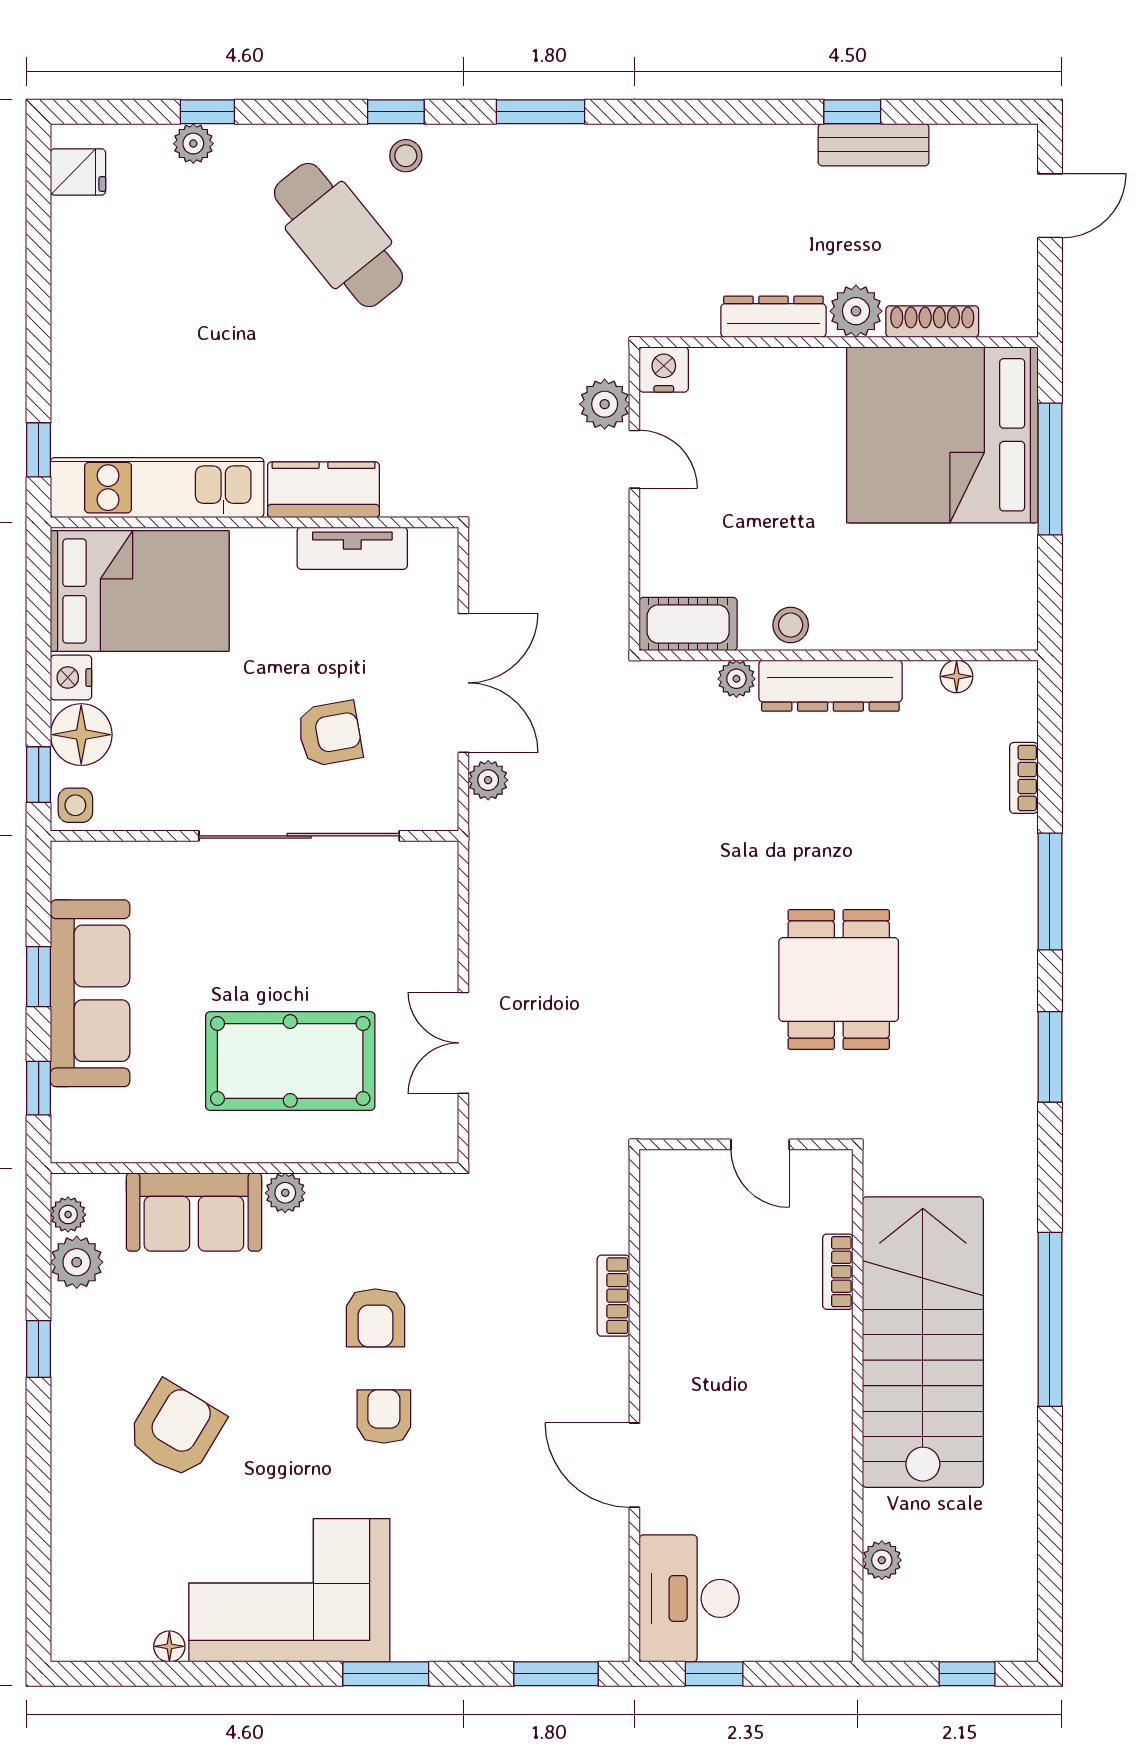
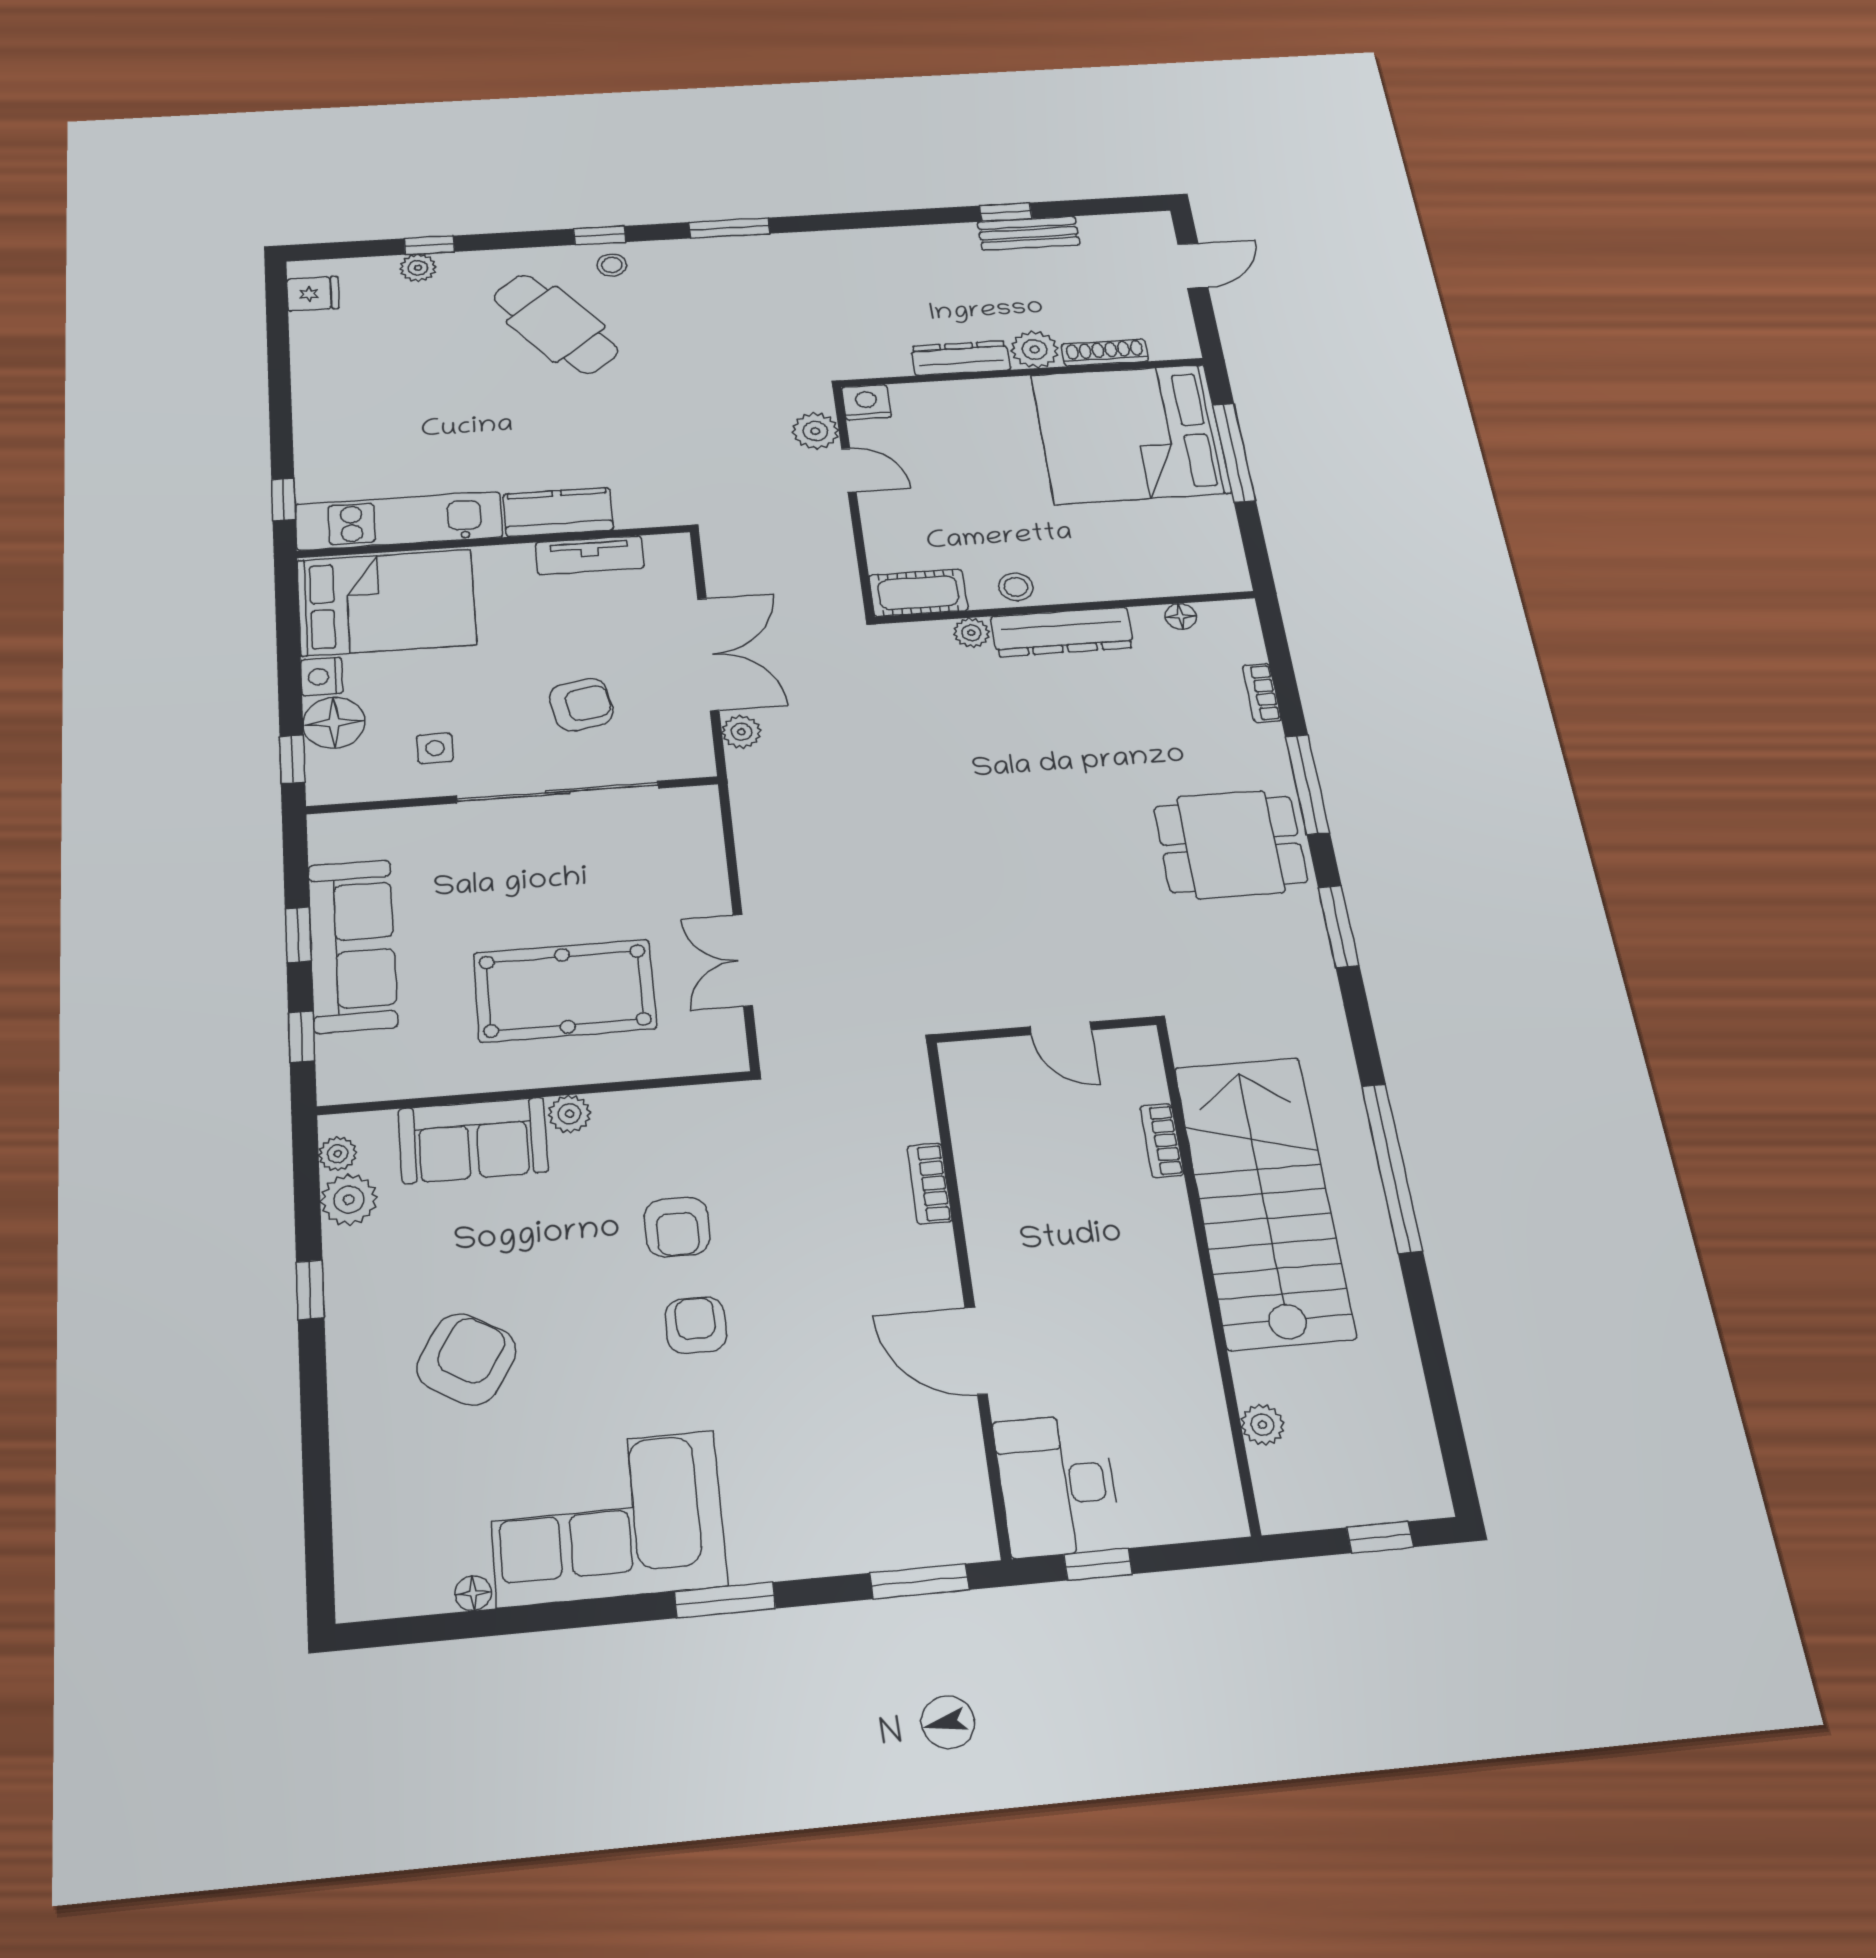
side table: (75, 805) -> (435, 748), moved
dining table: (839, 979) -> (1231, 844), moved, turned 90

